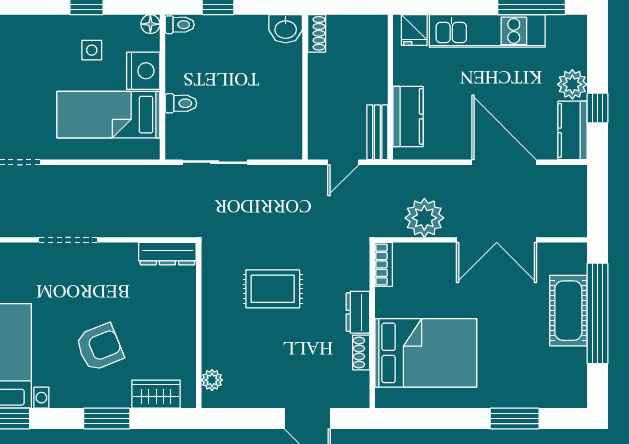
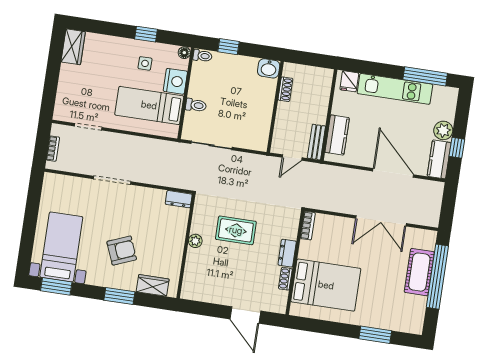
shoe rack: (317, 33) -> (285, 89), moved
plant: (424, 218) -> (338, 200), removed
dresser: (167, 254) -> (179, 199), width x0.70
plant: (212, 380) -> (195, 241), moved

